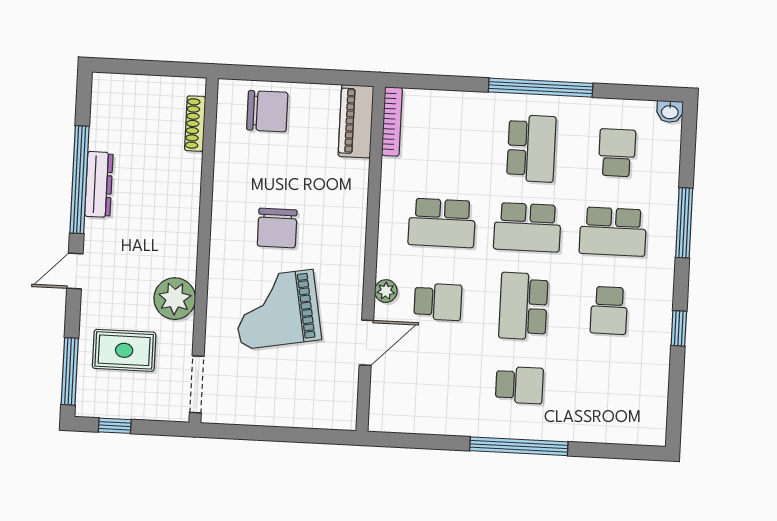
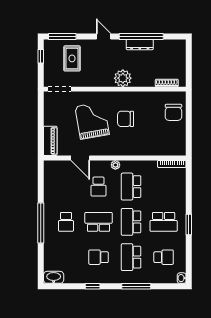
window: (541, 88) -> (189, 224), width x0.47
piano: (356, 121) -> (50, 141), moved, turned 90
plant: (386, 291) -> (115, 165), moved
plant: (175, 299) -> (123, 78), moved
washbasin: (652, 422) -> (54, 277), added

